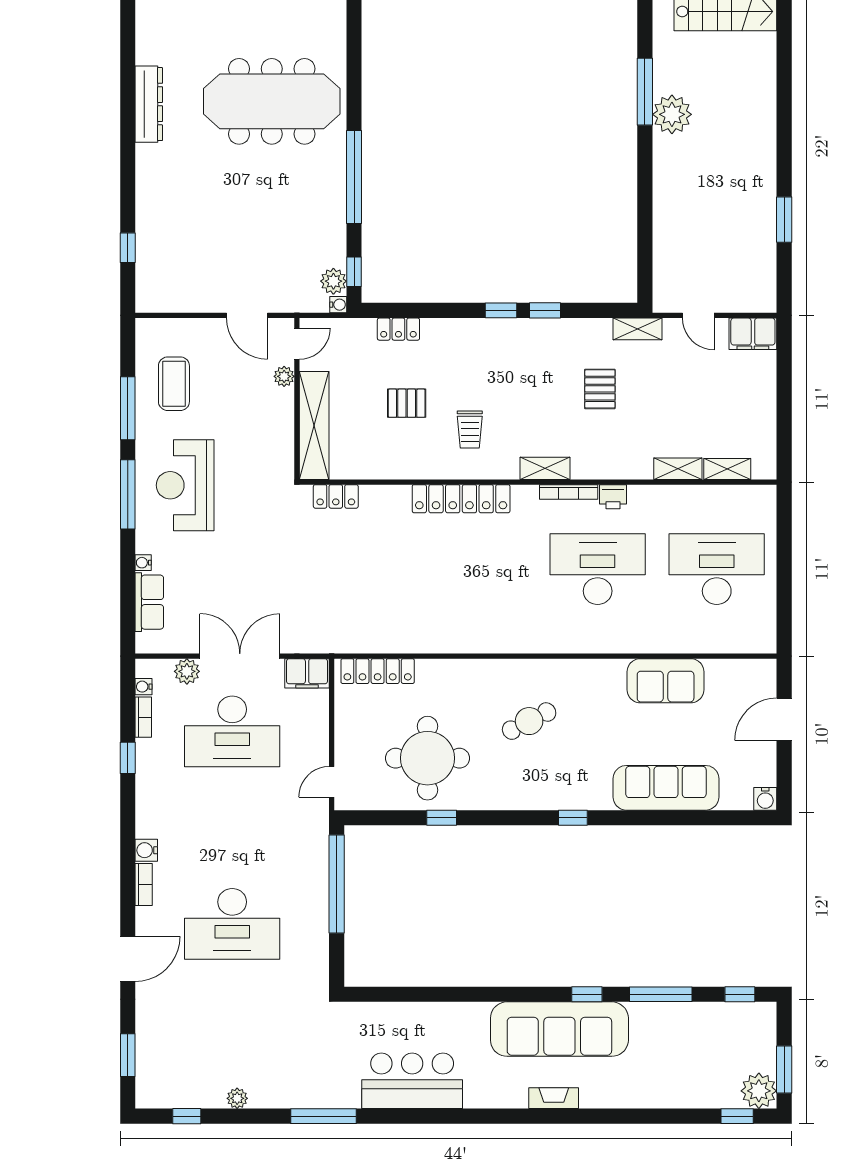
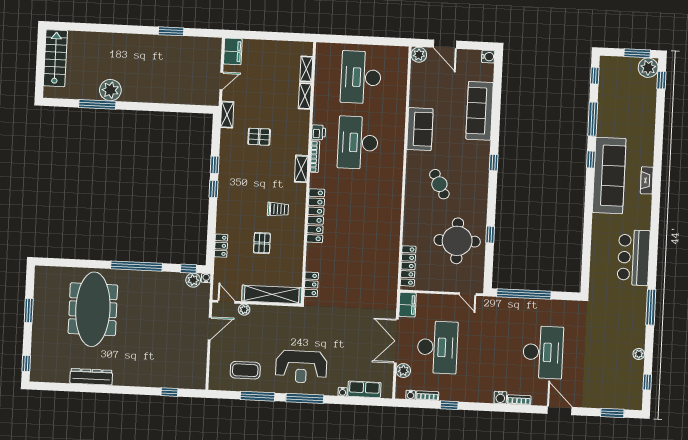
plant: (763, 673) -> (419, 55), added
sofa: (666, 681) -> (420, 129), moved

